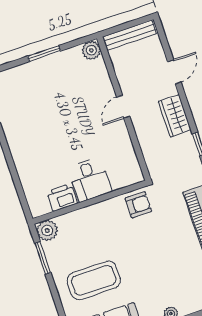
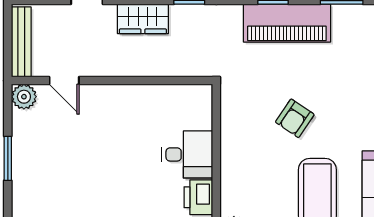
door: (123, 107) -> (64, 81), moved
armchair: (138, 205) -> (295, 118), moved, turned -146

